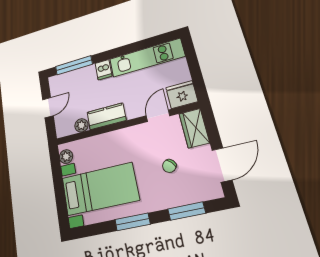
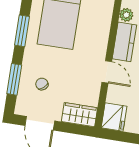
door: (158, 116) -> (107, 72), moved
chair: (169, 166) -> (42, 84), moved

